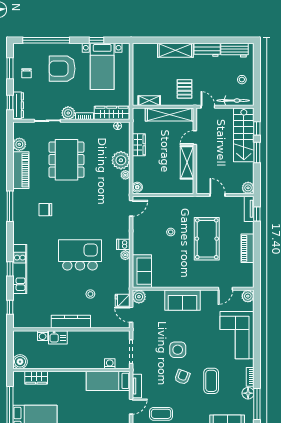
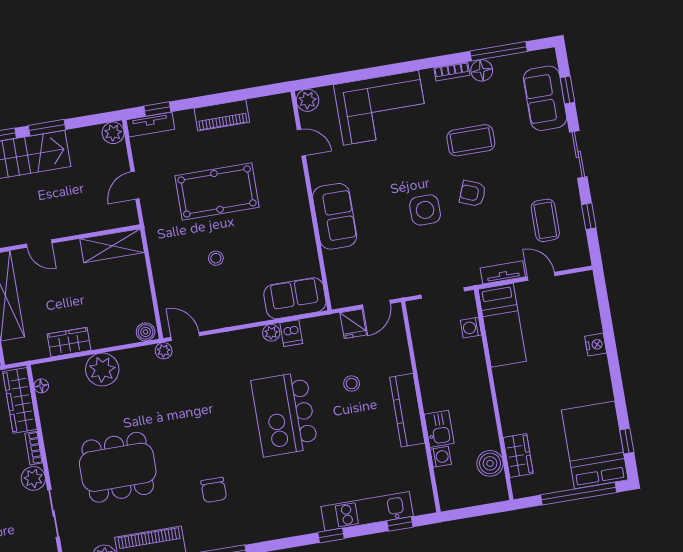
shelving: (187, 162) -> (112, 246), moved
plant: (125, 175) -> (164, 351), moved
dishwasher: (123, 244) -> (291, 333), moved
kitchen unit: (20, 269) -> (367, 511), moved
plant: (139, 297) -> (342, 296), removed
boiler: (20, 362) -> (490, 463), moved

